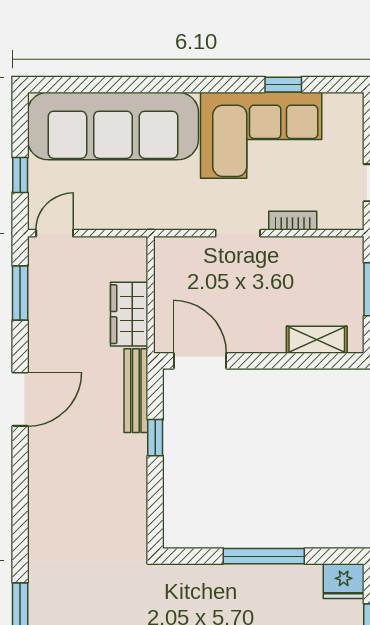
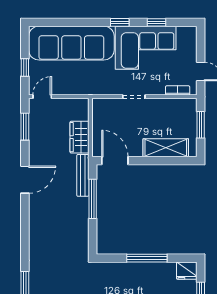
window: (210, 85) -> (120, 22), added
bookcase: (293, 221) -> (178, 90), moved
shelving: (317, 340) -> (166, 148), width x1.50, depth x1.33
window: (155, 438) -> (93, 199), width x2.17

